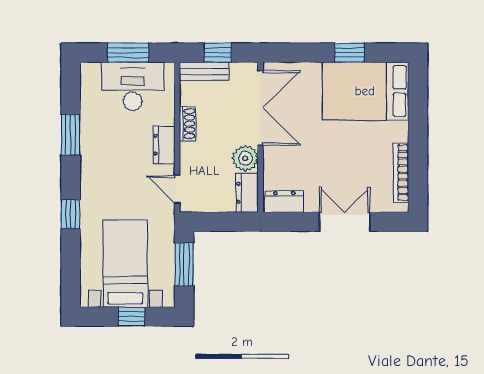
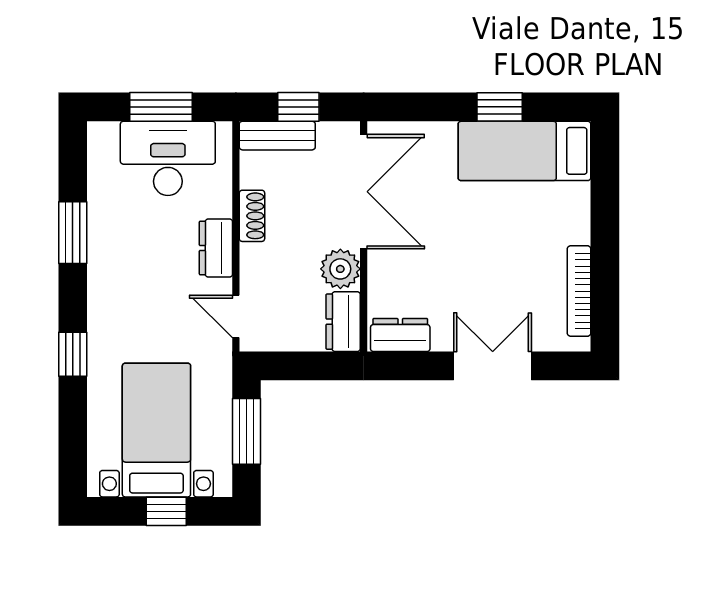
bed: (365, 91) -> (524, 151), width x0.67

